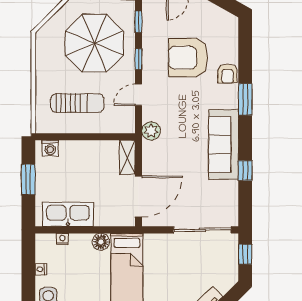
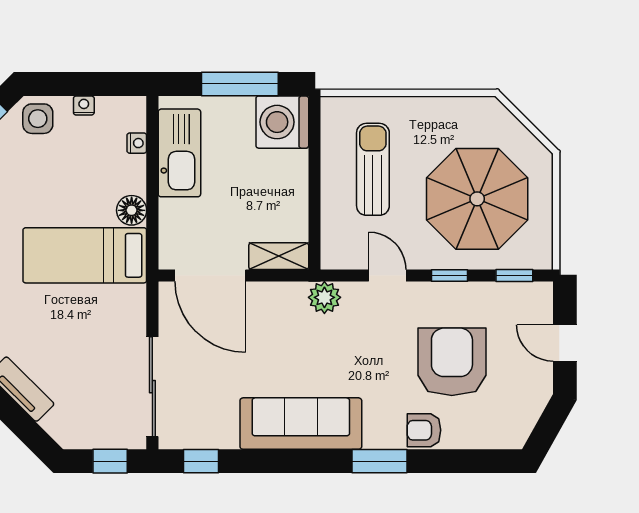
sun lounger: (77, 103) -> (373, 169), turned 180
washing machine: (50, 148) -> (282, 122), width x1.89, depth x1.89
window: (245, 171) -> (201, 461), moved
window: (28, 180) -> (240, 84), width x1.44

